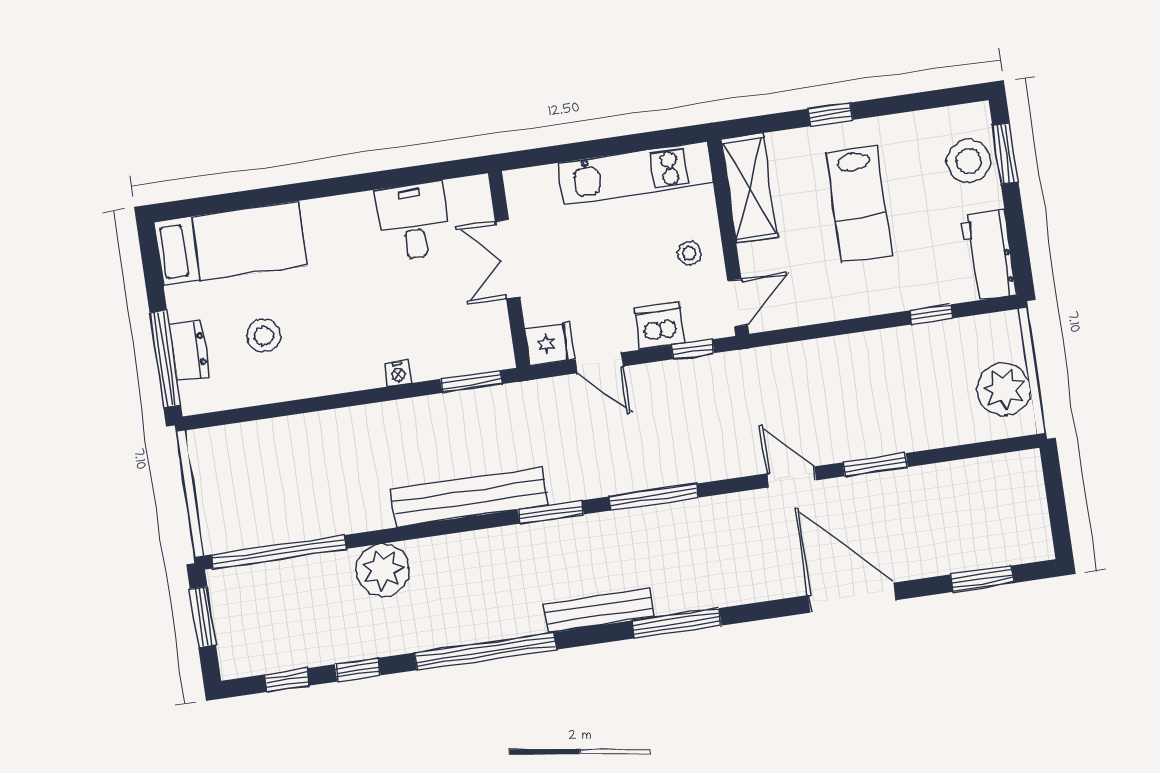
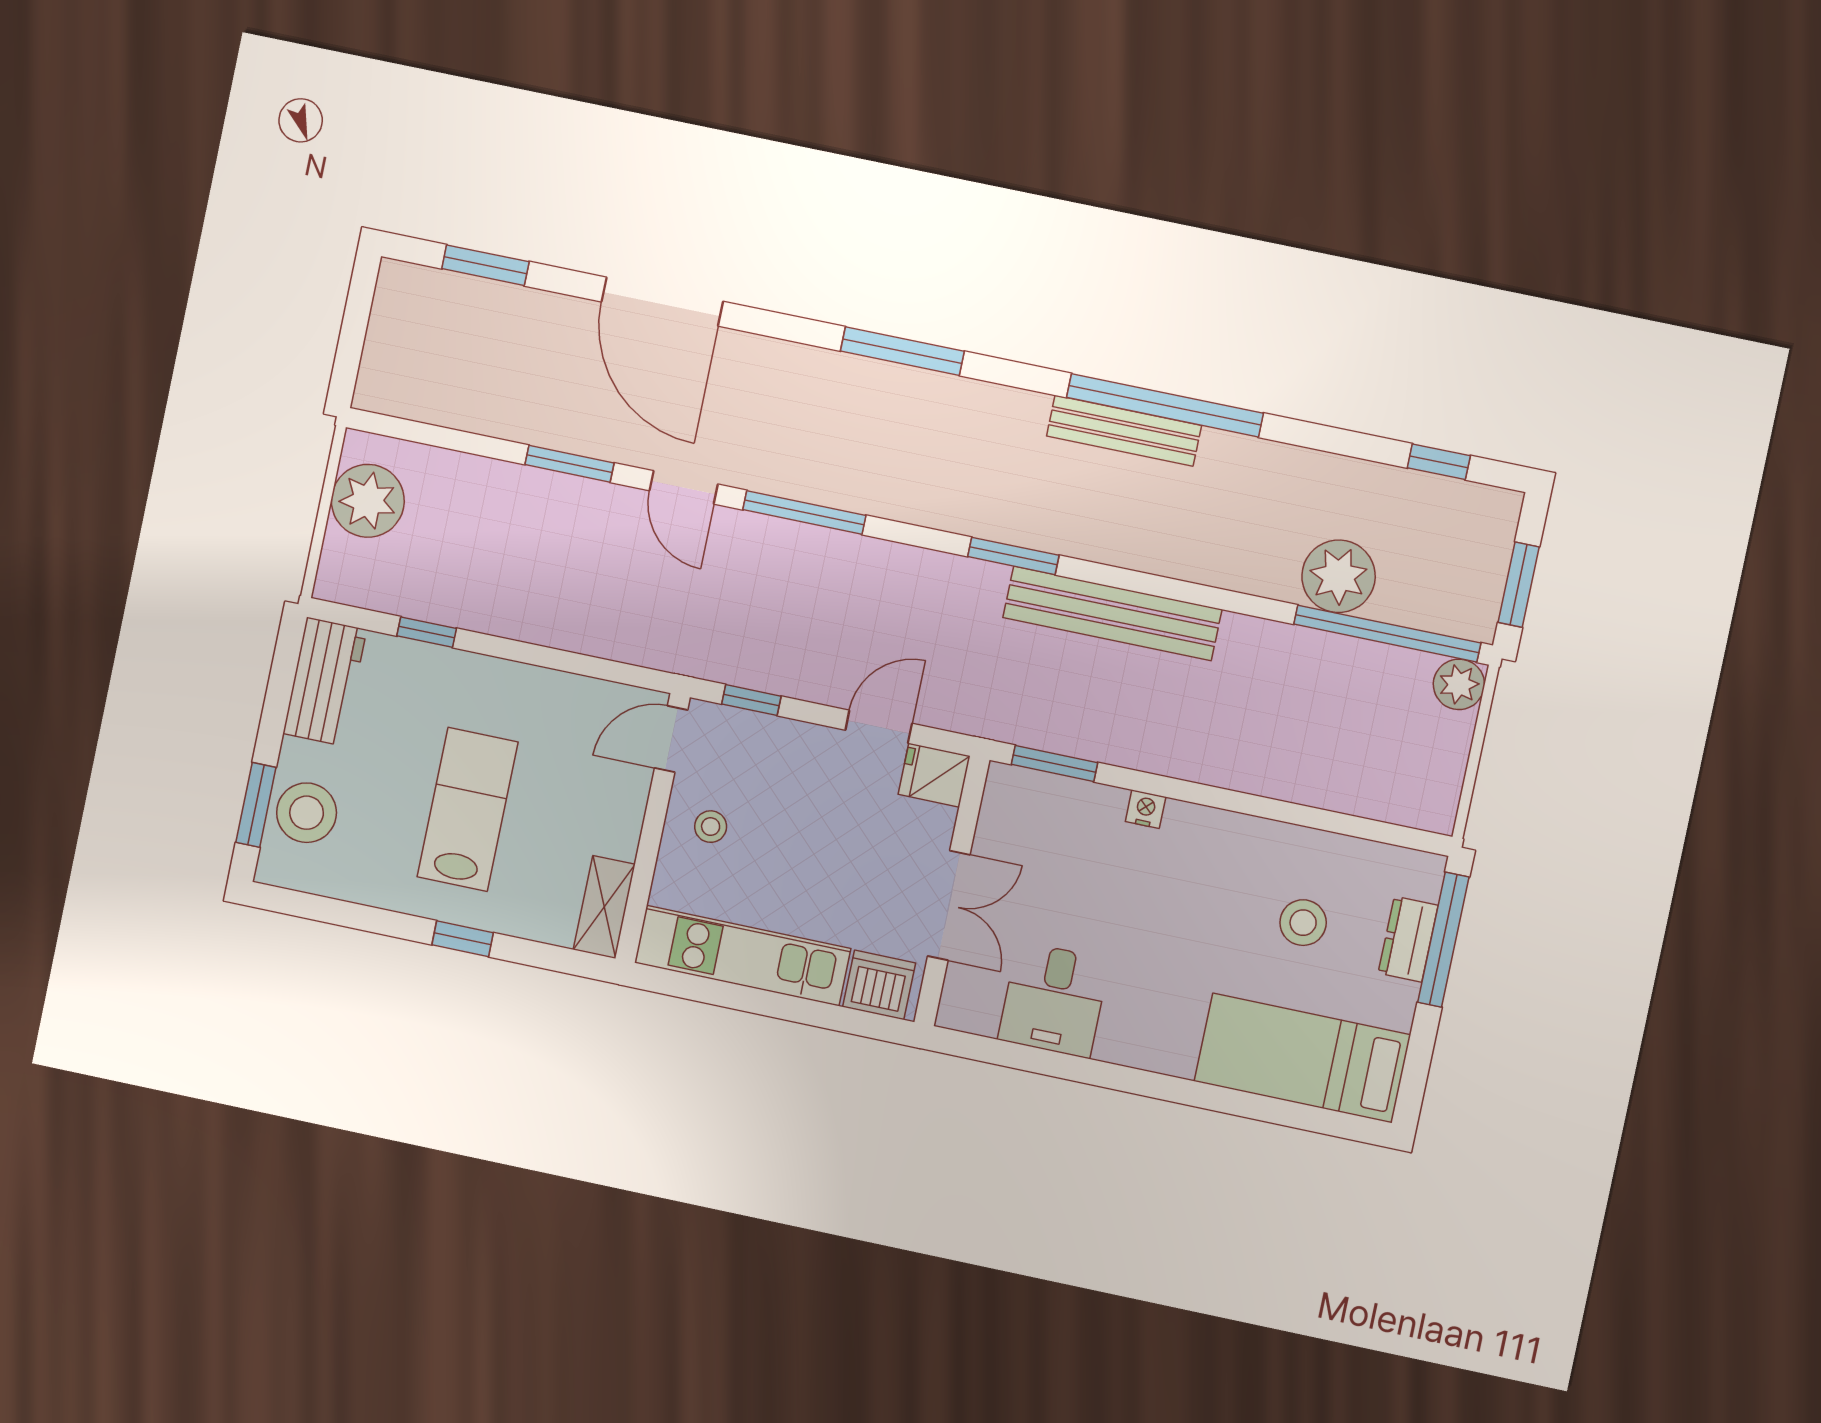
shelving: (749, 188) -> (604, 907), width x0.67, depth x0.75
dishwasher: (660, 326) -> (879, 985), moved, turned 180
door: (600, 363) -> (879, 727), hinge flipped
window: (654, 497) -> (804, 512), moved
plant: (218, 535) -> (1459, 684), added
plant: (383, 570) -> (1339, 576), moved
bench: (600, 610) -> (1124, 431), moved
window: (358, 670) -> (1341, 442), removed

